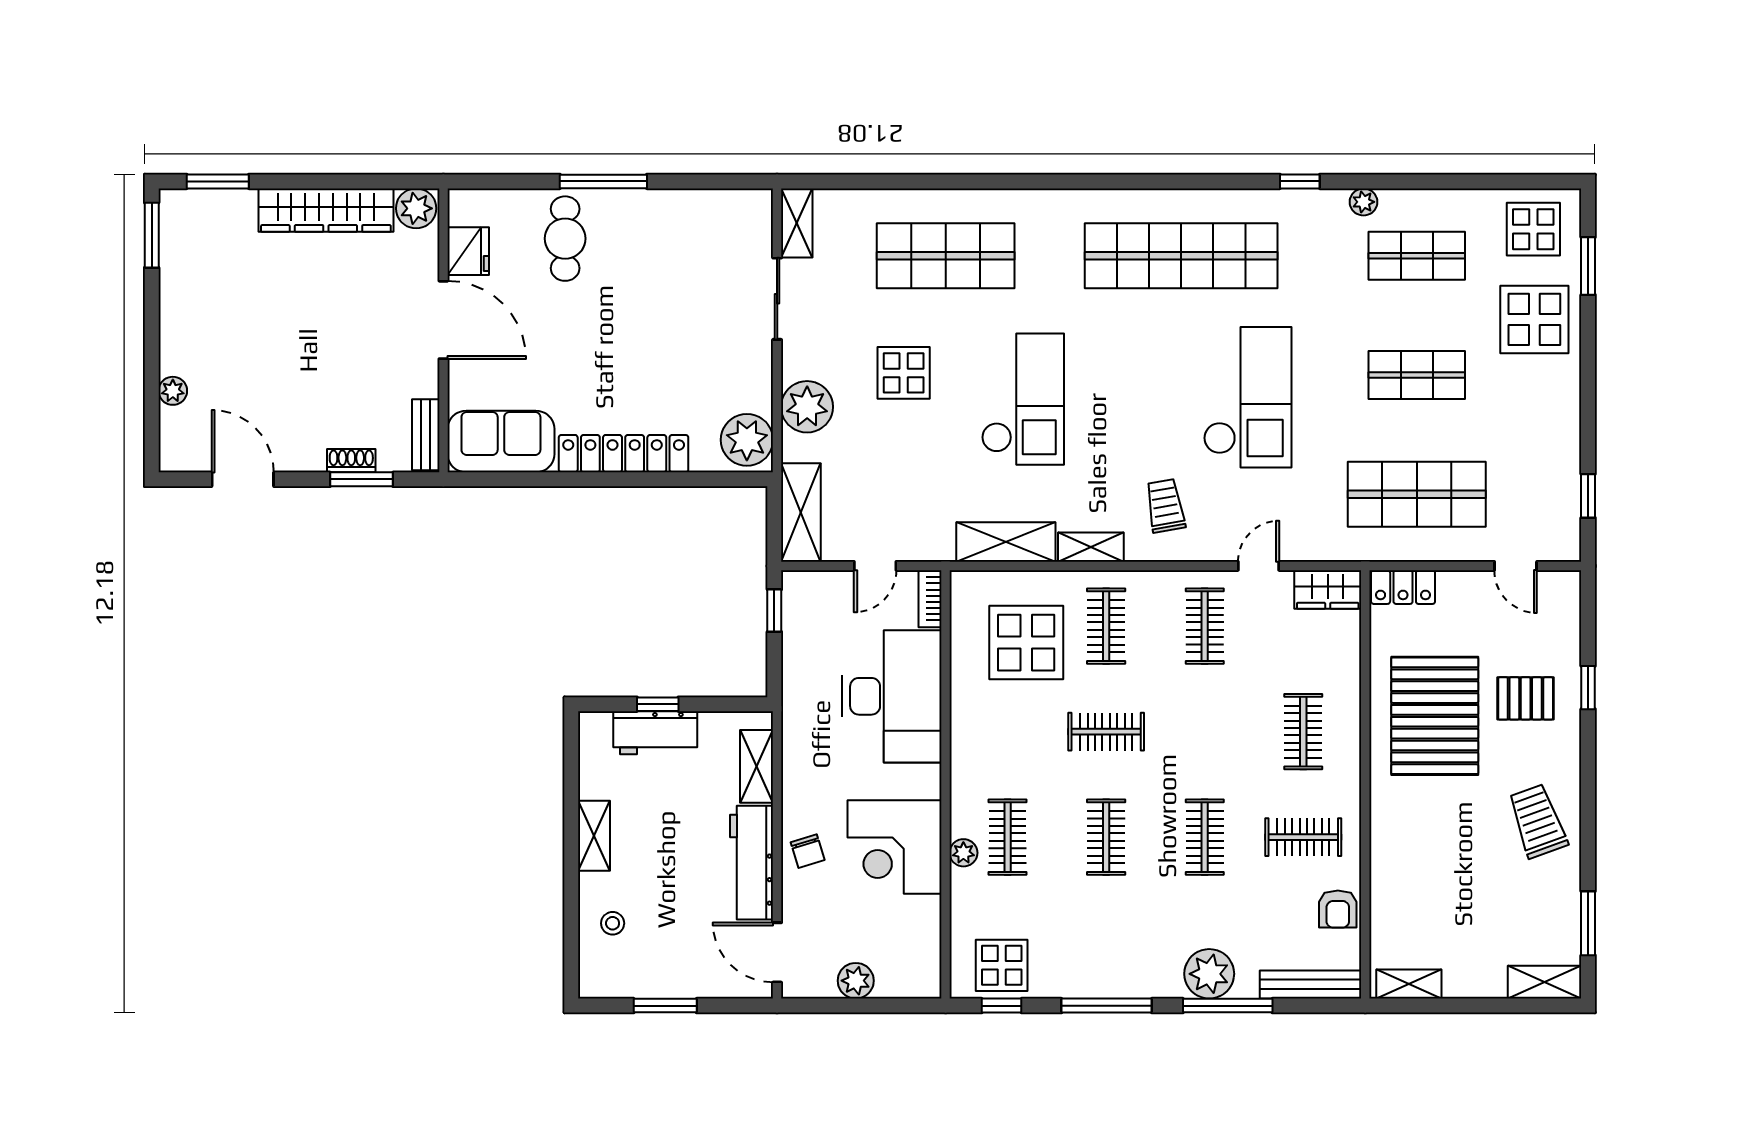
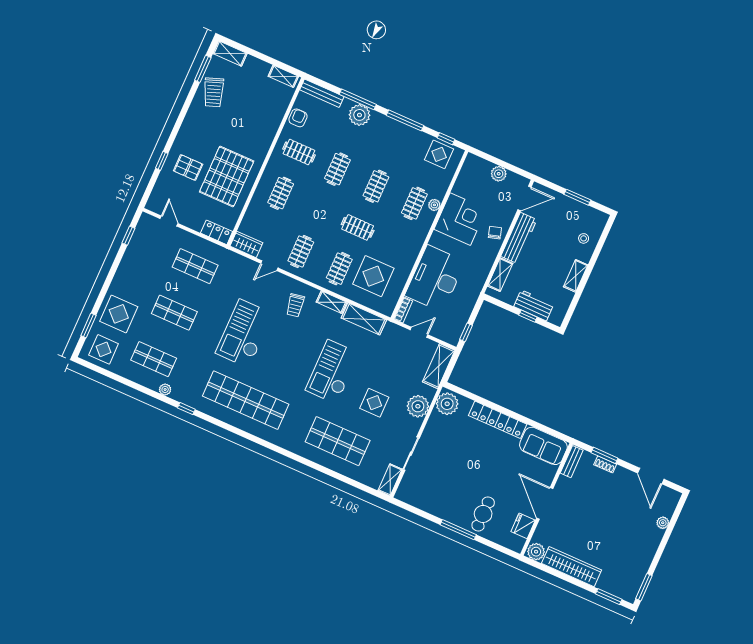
shop shelf: (1417, 494) -> (195, 266), width x0.70, depth x0.74
trolley: (1538, 821) -> (214, 92), moved
door: (777, 952) -> (524, 198), hinge flipped

